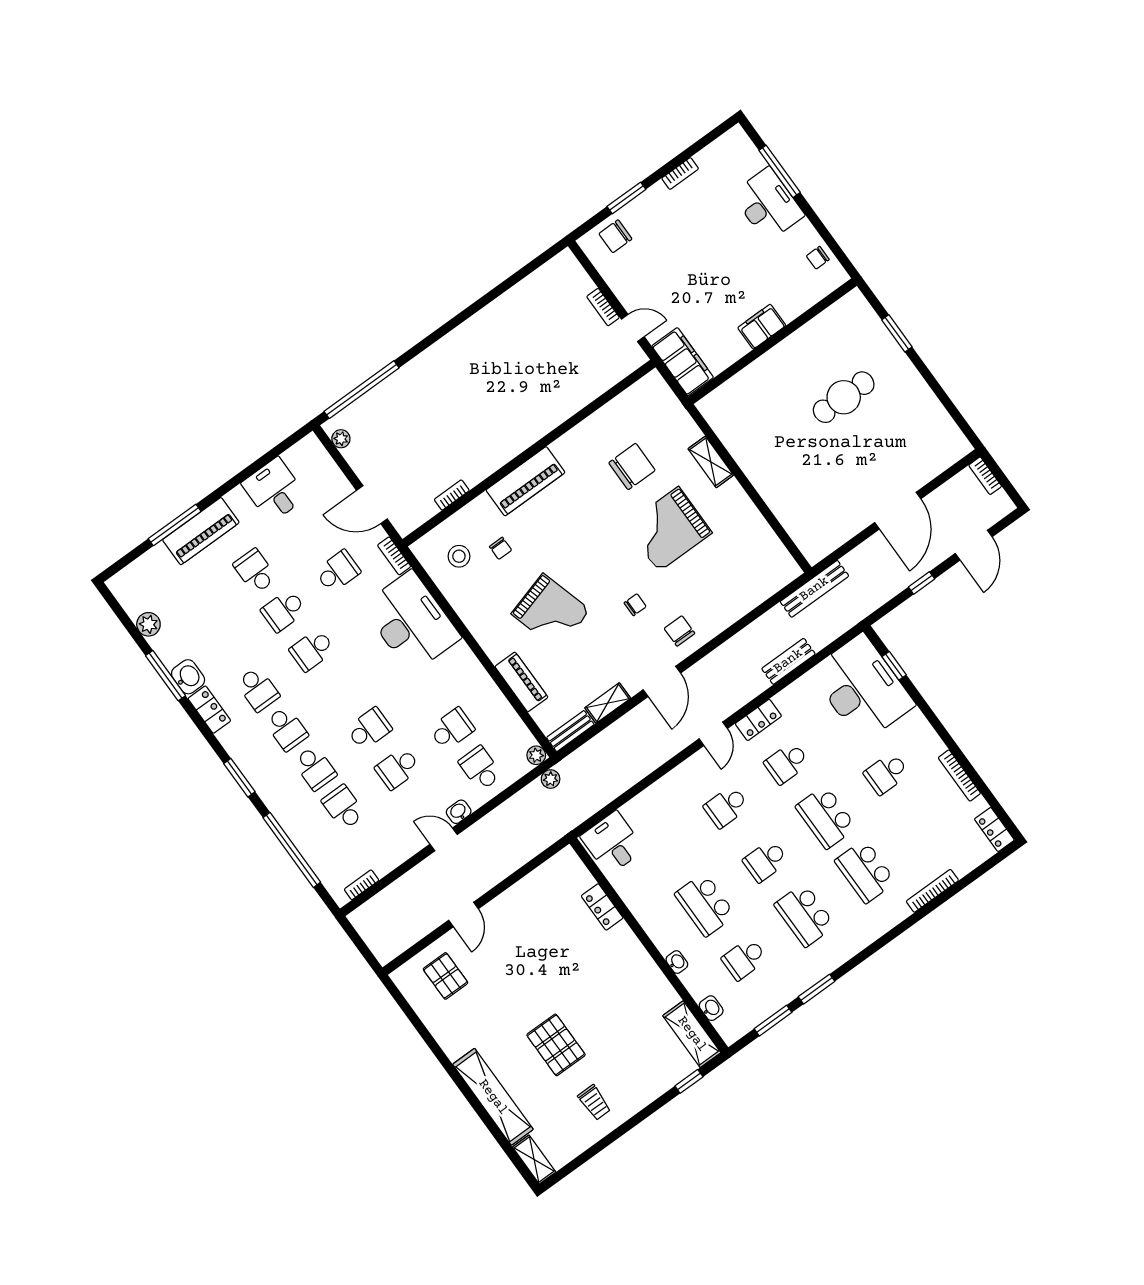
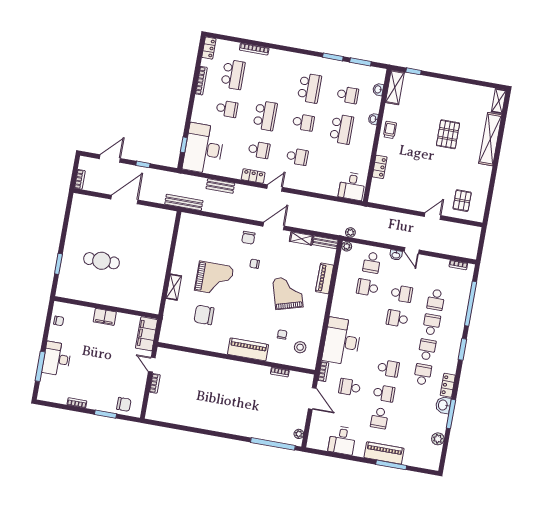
school desk: (865, 871) -> (233, 74), moved
trolley: (594, 1102) -> (390, 130), moved

